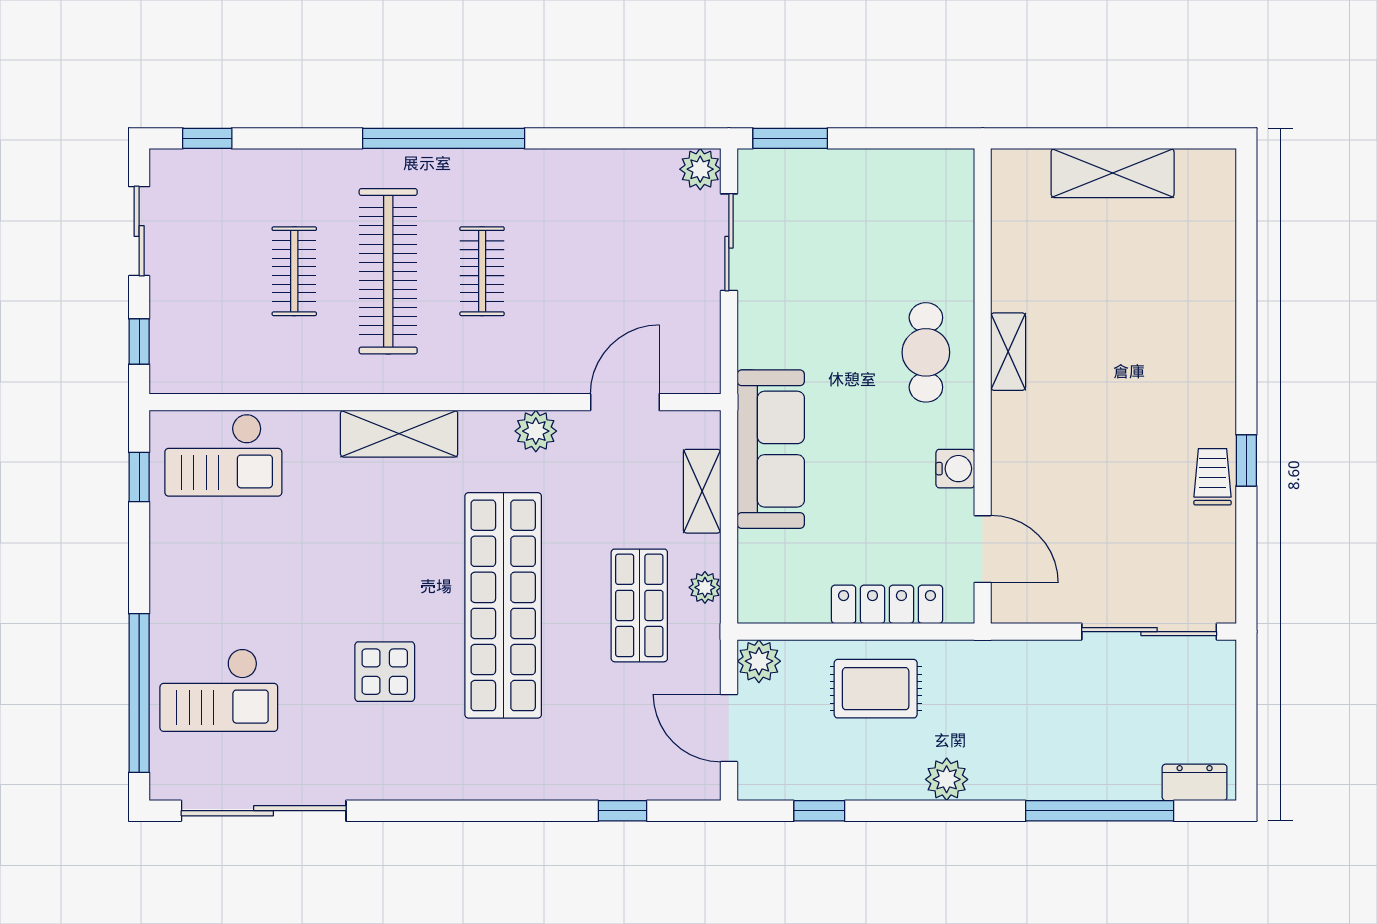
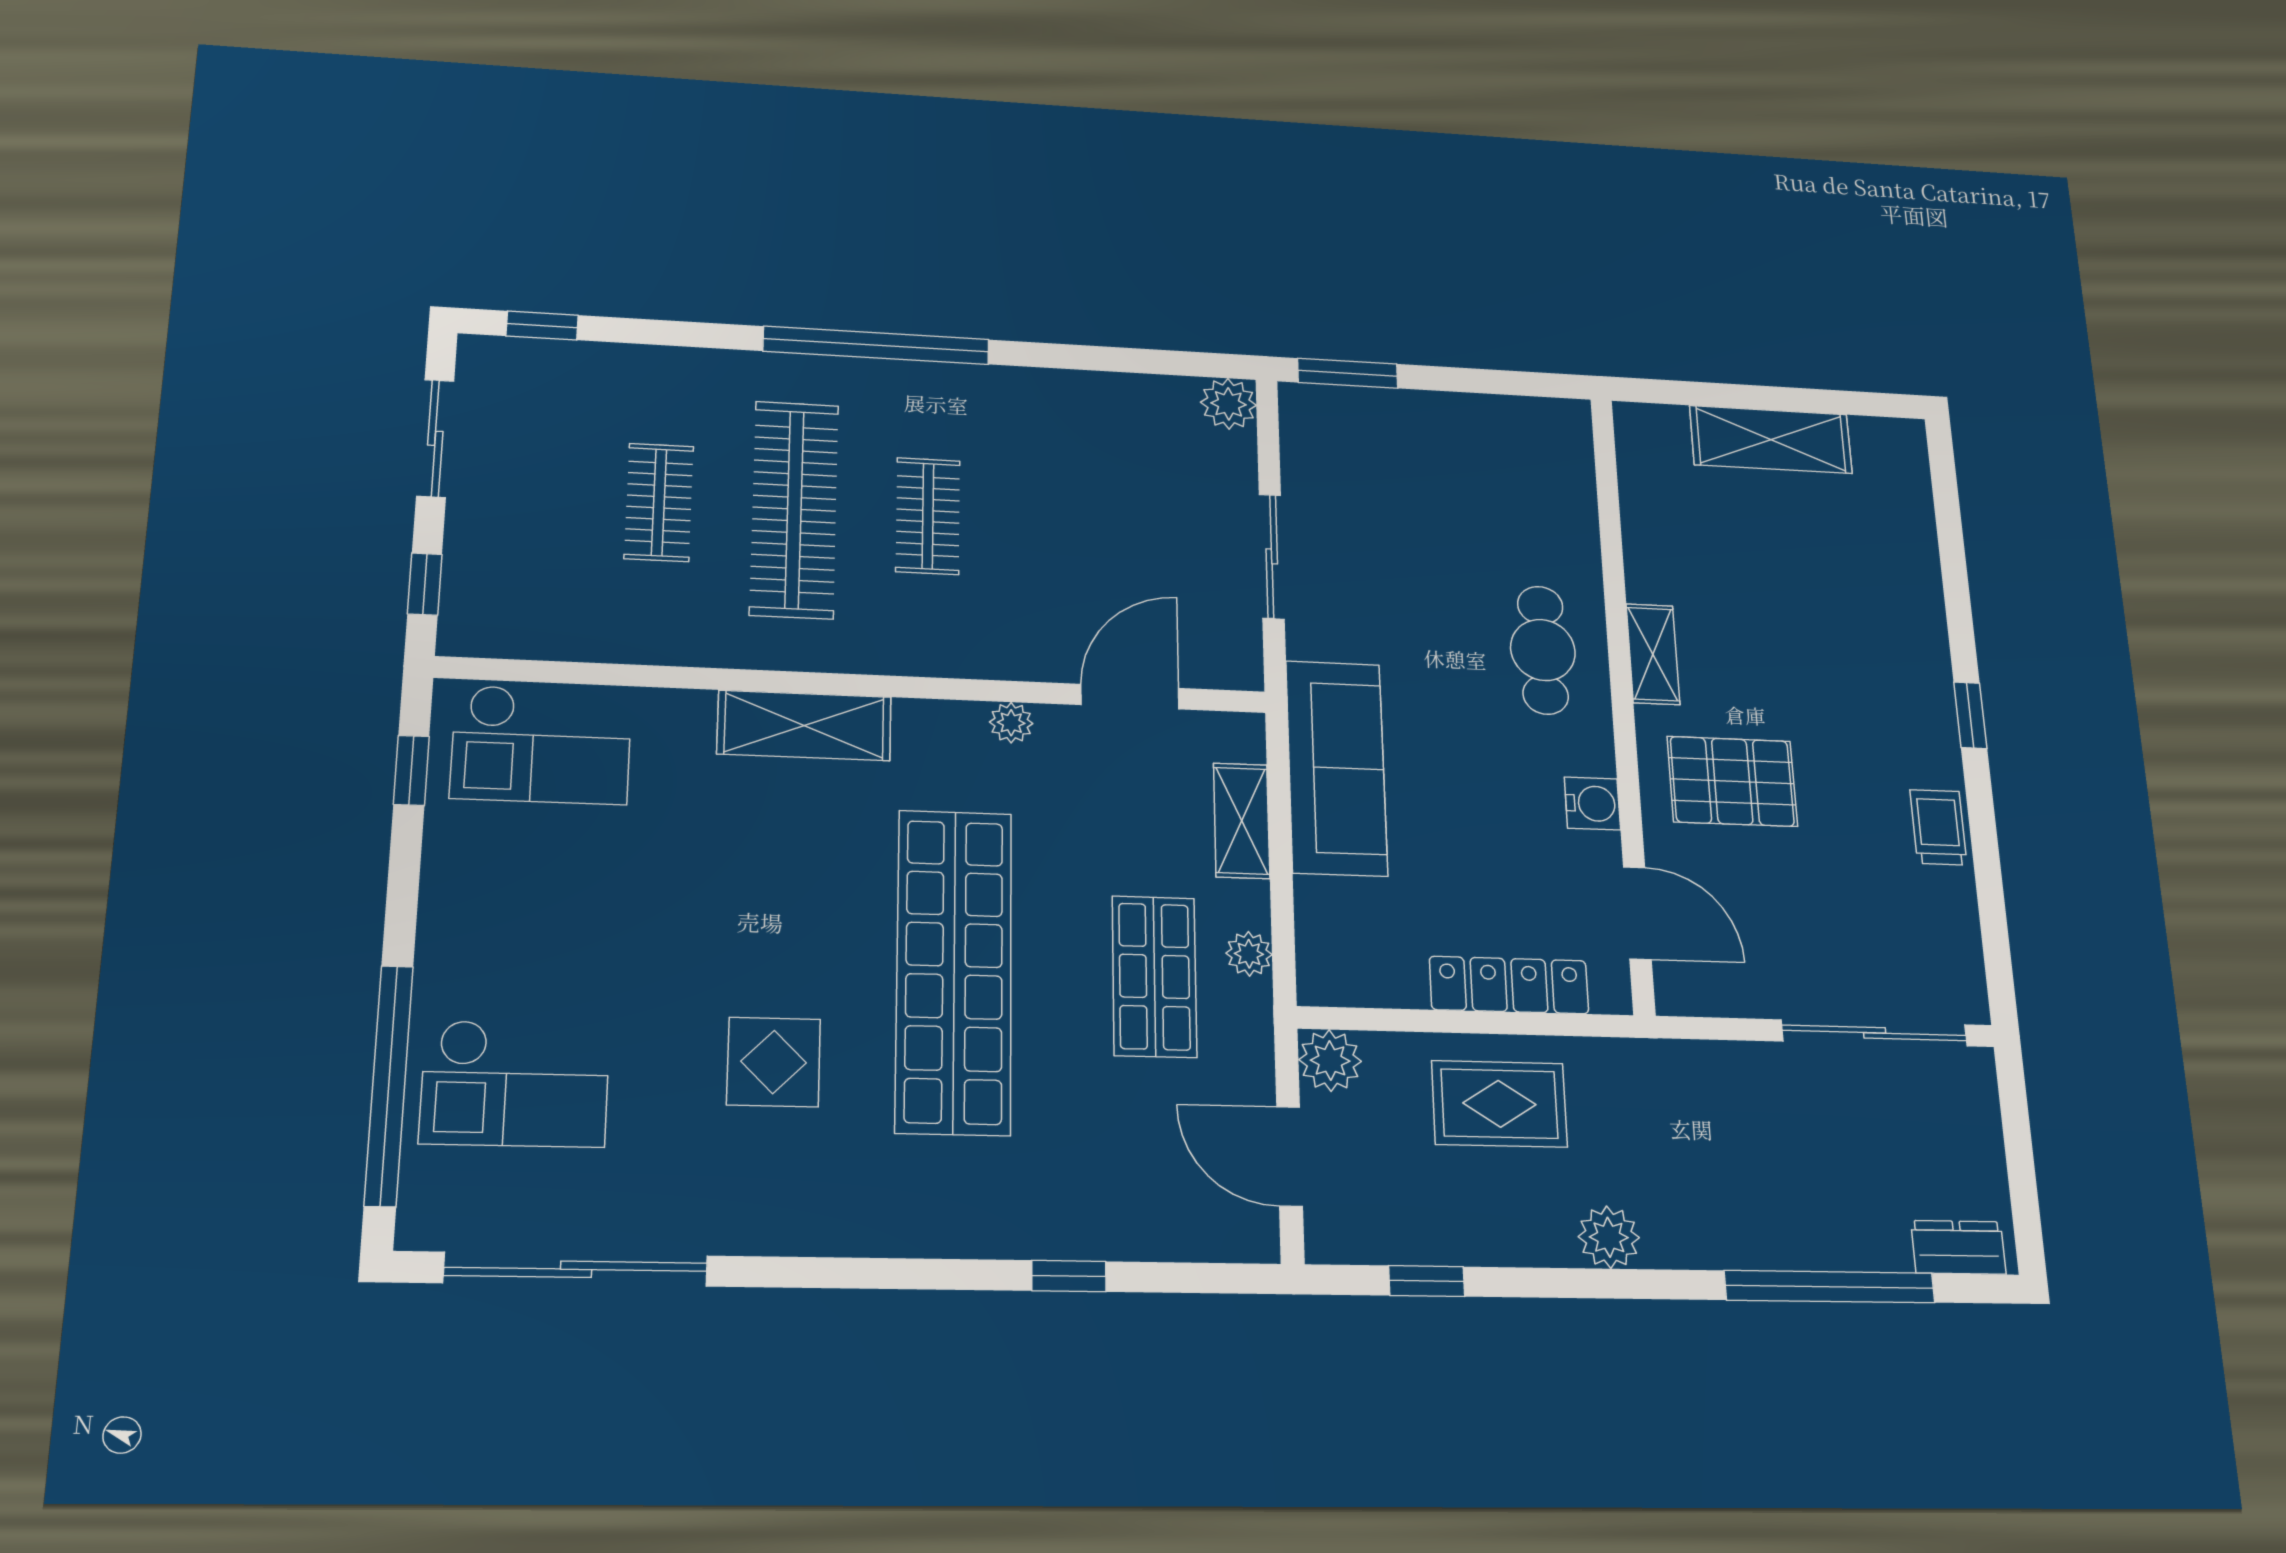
sliding door: (729, 242) -> (1272, 556), moved
plant: (536, 431) -> (1011, 723), width x0.73, depth x0.73
pallet: (1060, 448) -> (1732, 781), added
window: (1246, 460) -> (1970, 715), moved
window: (622, 811) -> (1069, 1276), moved

